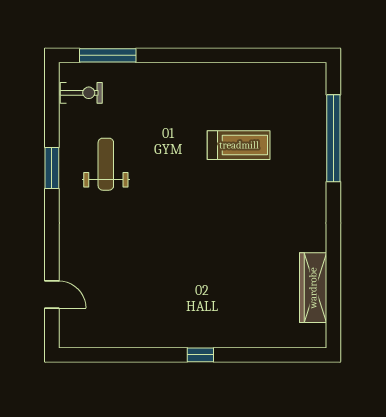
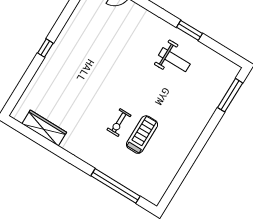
exercise bike: (81, 93) -> (119, 123), moved
treadmill: (239, 145) -> (142, 135), turned 180

